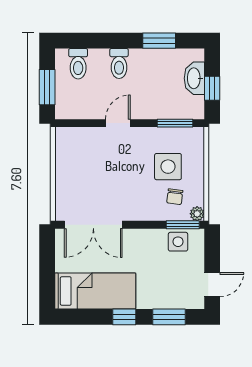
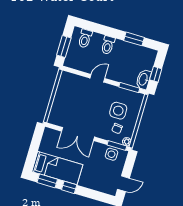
washbasin: (194, 78) -> (143, 79), moved
double door: (93, 225) -> (78, 134), moved
window: (169, 317) -> (47, 181), moved

